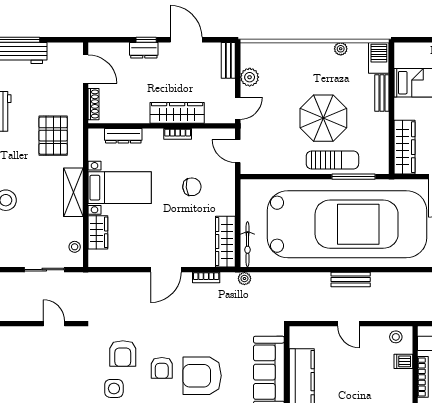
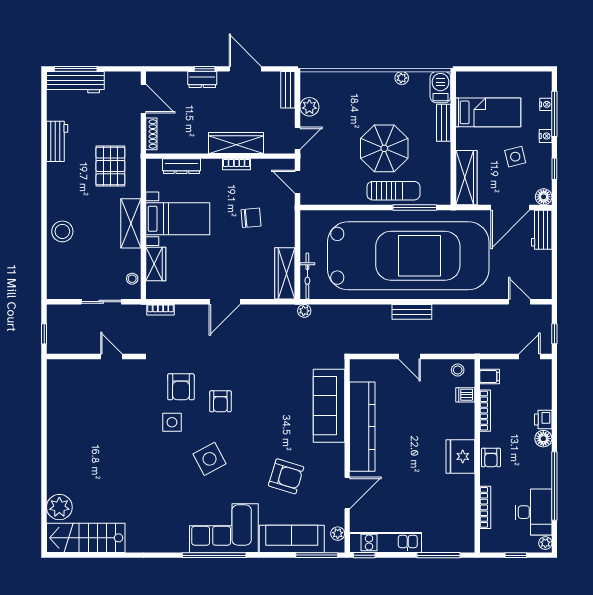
bookcase: (206, 277) -> (160, 310), moved
armchair: (202, 376) -> (261, 409), removed

